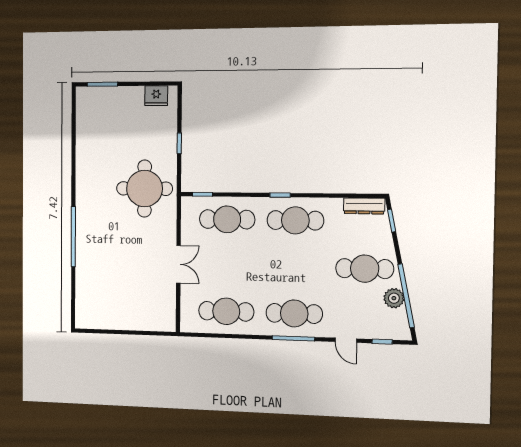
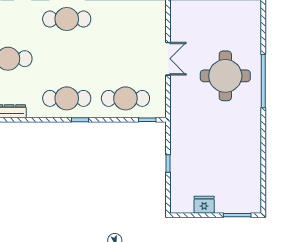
fridge: (156, 96) -> (204, 205), moved
round table: (145, 189) -> (225, 76), moved
double door: (178, 264) -> (168, 59), swing flipped
cafe table: (226, 311) -> (125, 19), removed

